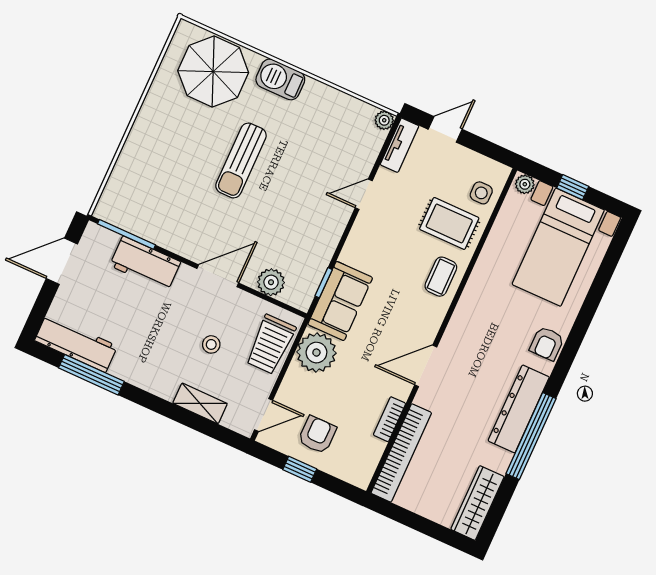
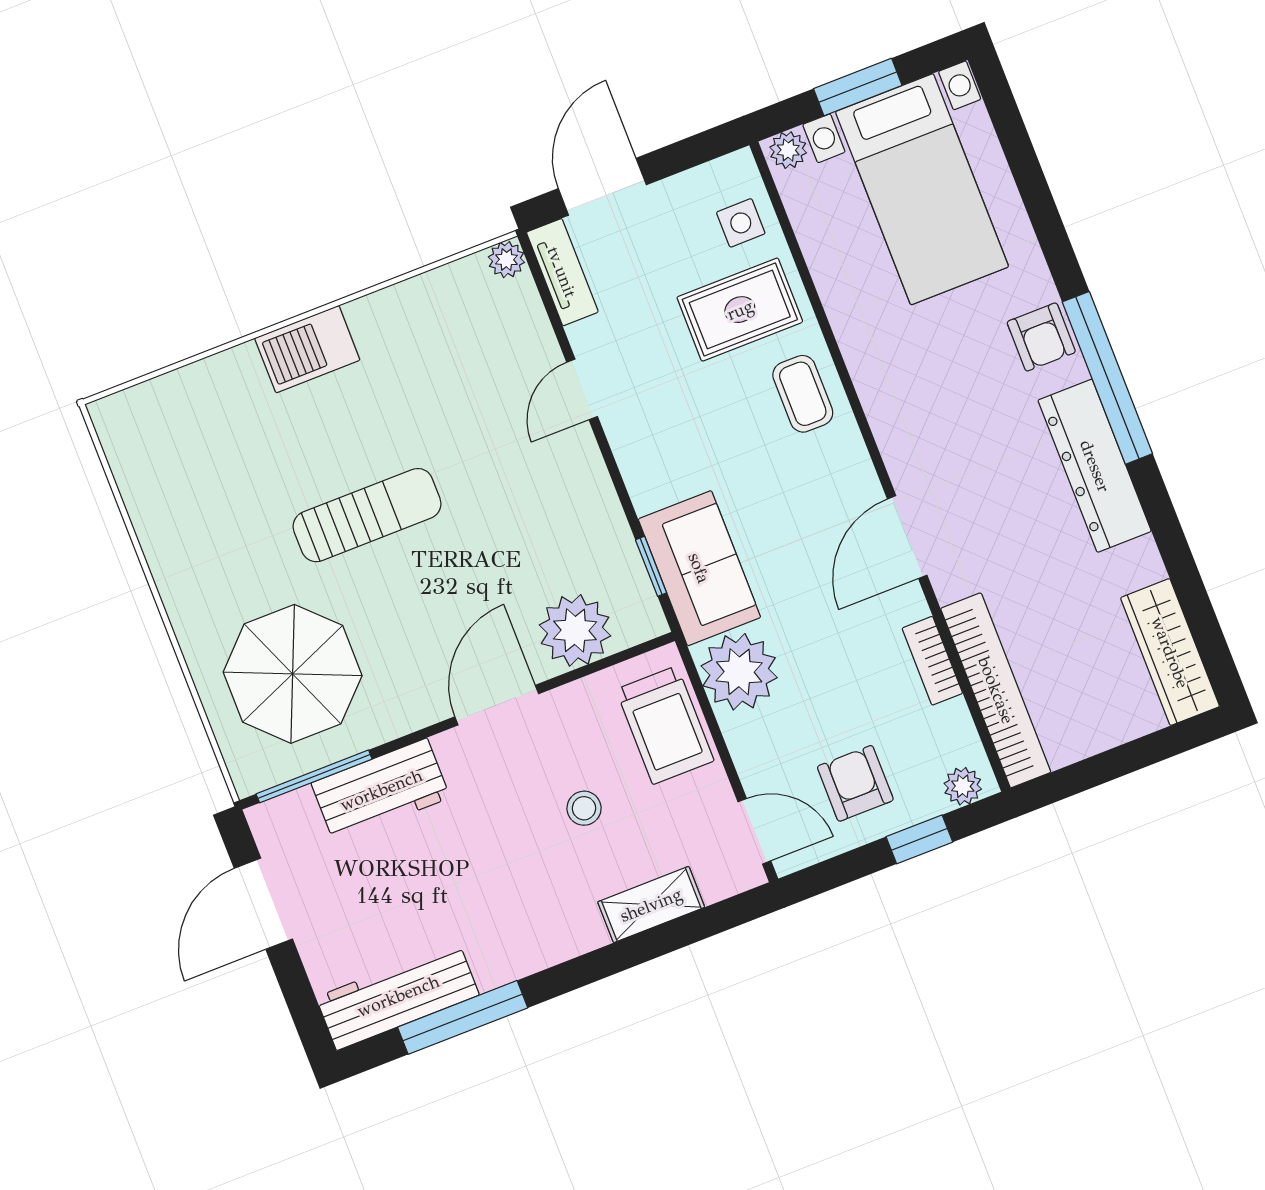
parasol: (213, 72) -> (293, 674), moved
door: (445, 129) -> (602, 187), width x1.38
sun lounger: (241, 160) -> (367, 515), turned -90
window: (573, 187) -> (858, 87), width x1.50
plant: (271, 282) -> (575, 630), width x1.36, depth x1.36
door: (264, 415) -> (754, 831), hinge flipped
window: (531, 436) -> (1107, 378), moved
window: (300, 469) -> (919, 839), moved
plant: (354, 475) -> (963, 786), added

